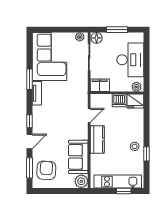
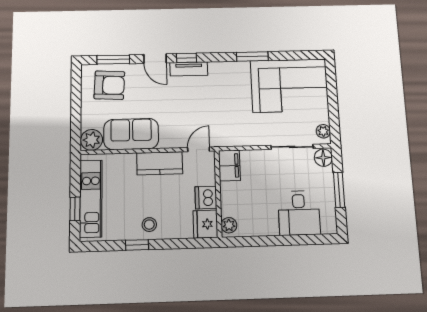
desk: (130, 60) -> (299, 213), width x0.73
filing cabinet: (100, 85) -> (229, 166), moved
plant: (136, 87) -> (229, 225), moved
tv unit: (37, 93) -> (189, 69), moved
wall: (117, 93) -> (218, 194), moved
dishwasher: (119, 100) -> (206, 198), moved
fridge: (135, 101) -> (205, 224), moved
door: (89, 115) -> (199, 149), swing flipped

